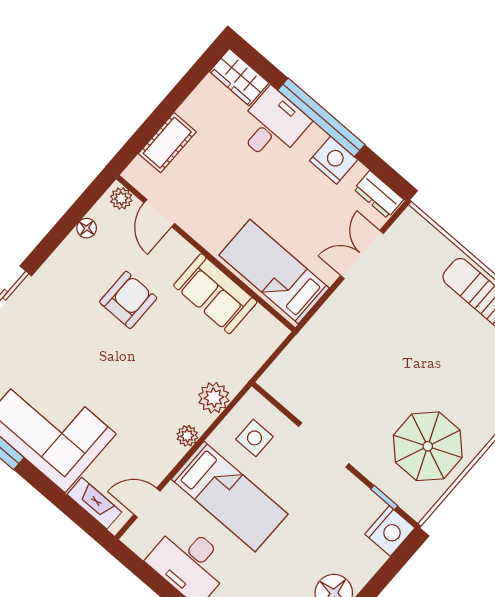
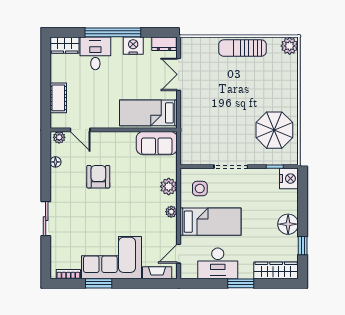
sofa: (215, 294) -> (157, 143), moved

